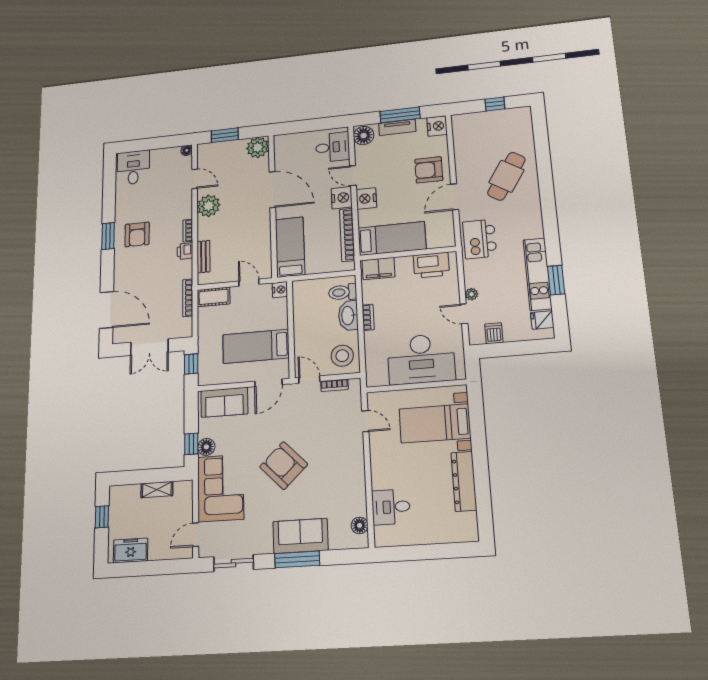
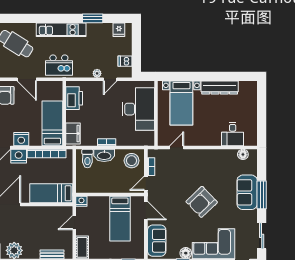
kitchen unit: (538, 274) -> (61, 30), moved

